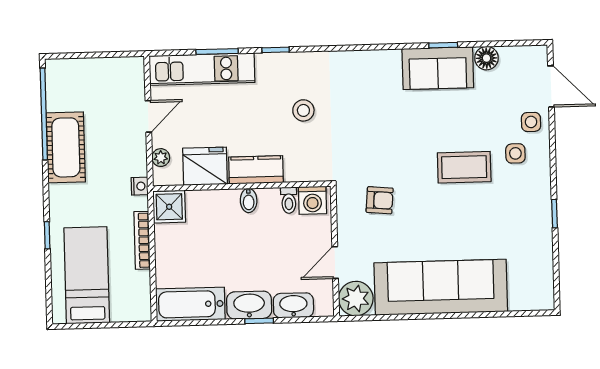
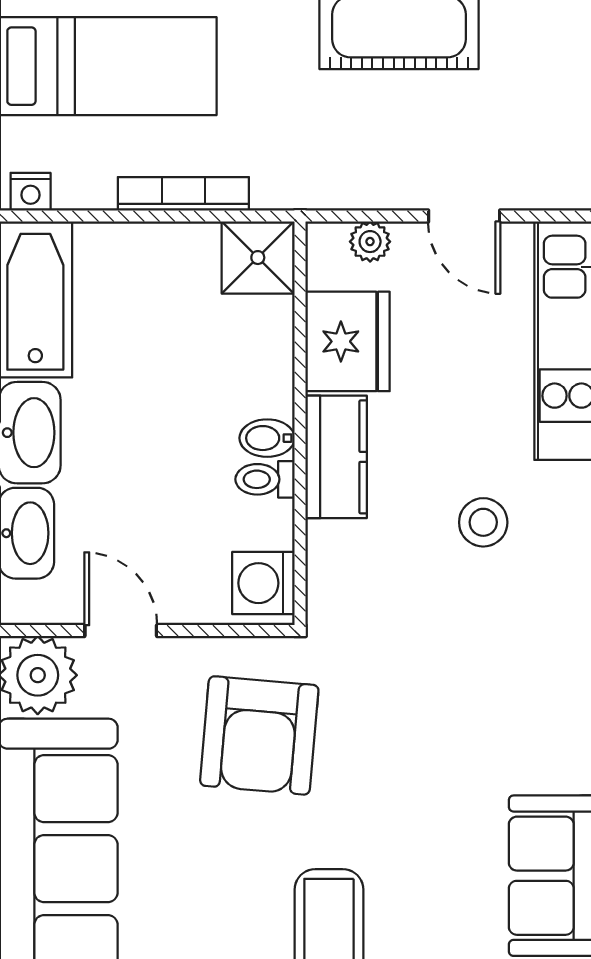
stool: (303, 110) -> (483, 522), moved
nightstand: (140, 186) -> (31, 192), moved
toilet: (289, 200) -> (265, 479), moved
armchair: (380, 200) -> (259, 735), width x1.88, depth x1.88

